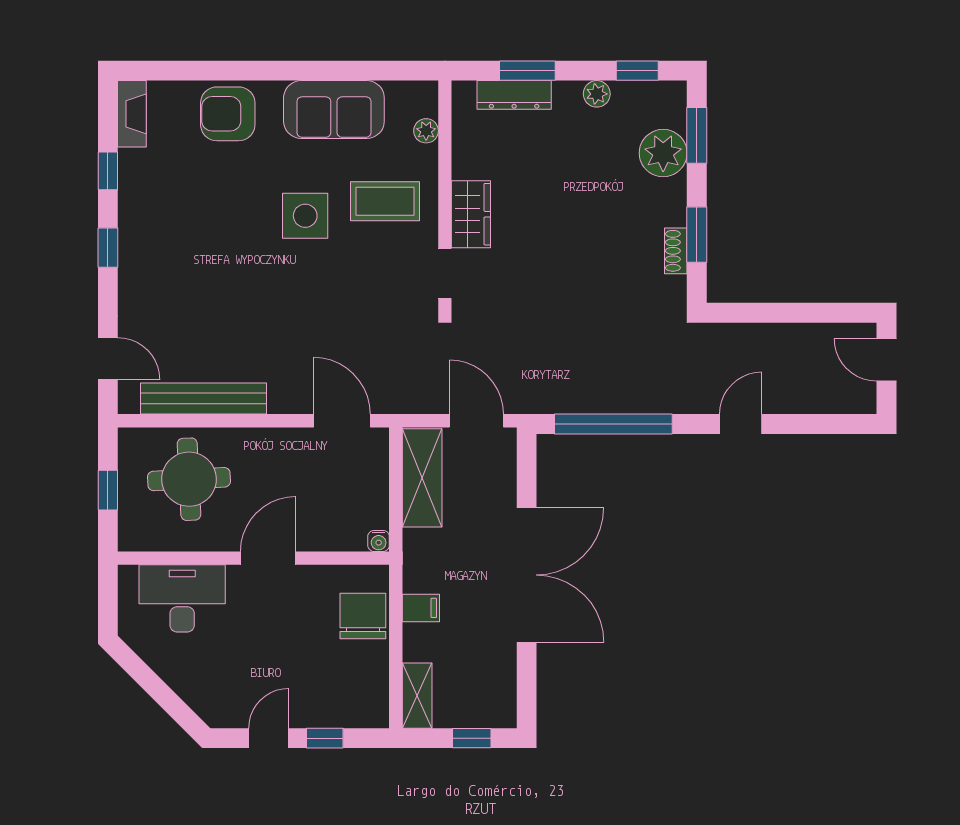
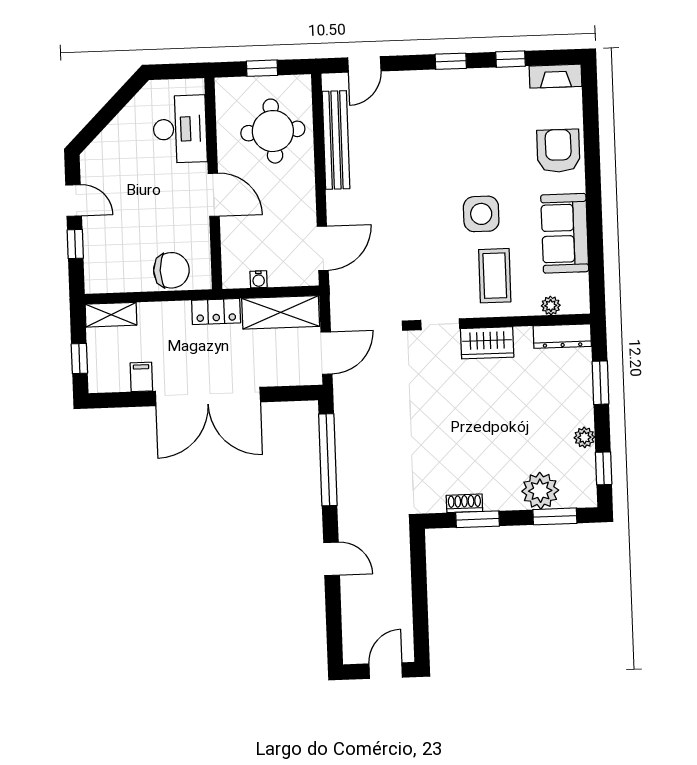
dresser: (514, 95) -> (562, 336), moved, turned -90
water cooler: (379, 541) -> (259, 279), moved, turned -90
locker: (418, 561) -> (216, 312), added
filing cabinet: (421, 608) -> (141, 377), moved, turned 180

